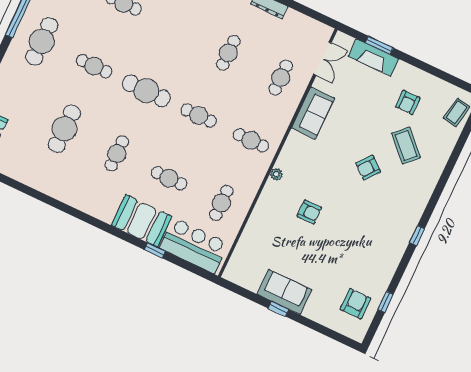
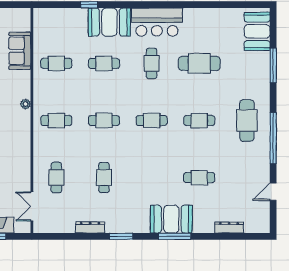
cafe table: (146, 91) -> (152, 120), width x0.73, depth x0.74
sofa: (313, 113) -> (20, 51), moved
cafe table: (64, 129) -> (199, 63), turned 90
cafe table: (221, 203) -> (56, 63), turned 90
bar counter: (194, 246) -> (157, 22), moved

